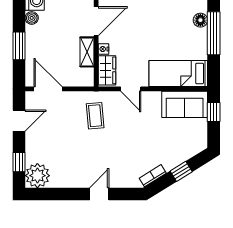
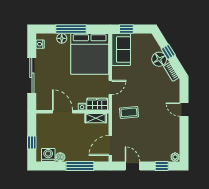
window: (19, 46) -> (80, 166), width x1.44
shelving: (87, 52) -> (96, 118), moved
bed: (178, 73) -> (90, 54), width x2.04
floor lamp: (171, 159) -> (159, 59), added
plant: (37, 176) -> (175, 157), width x0.53, depth x0.53

